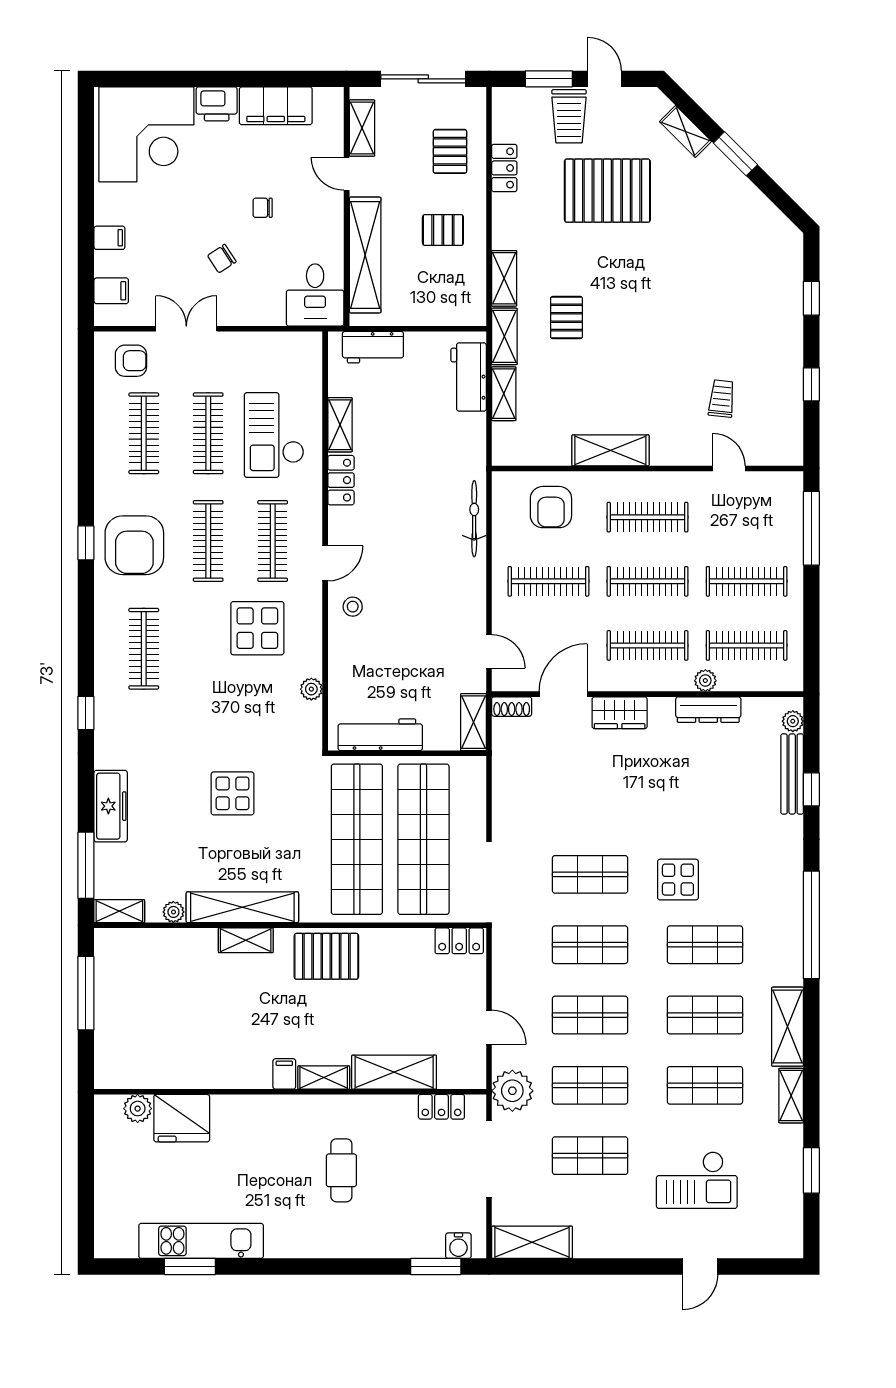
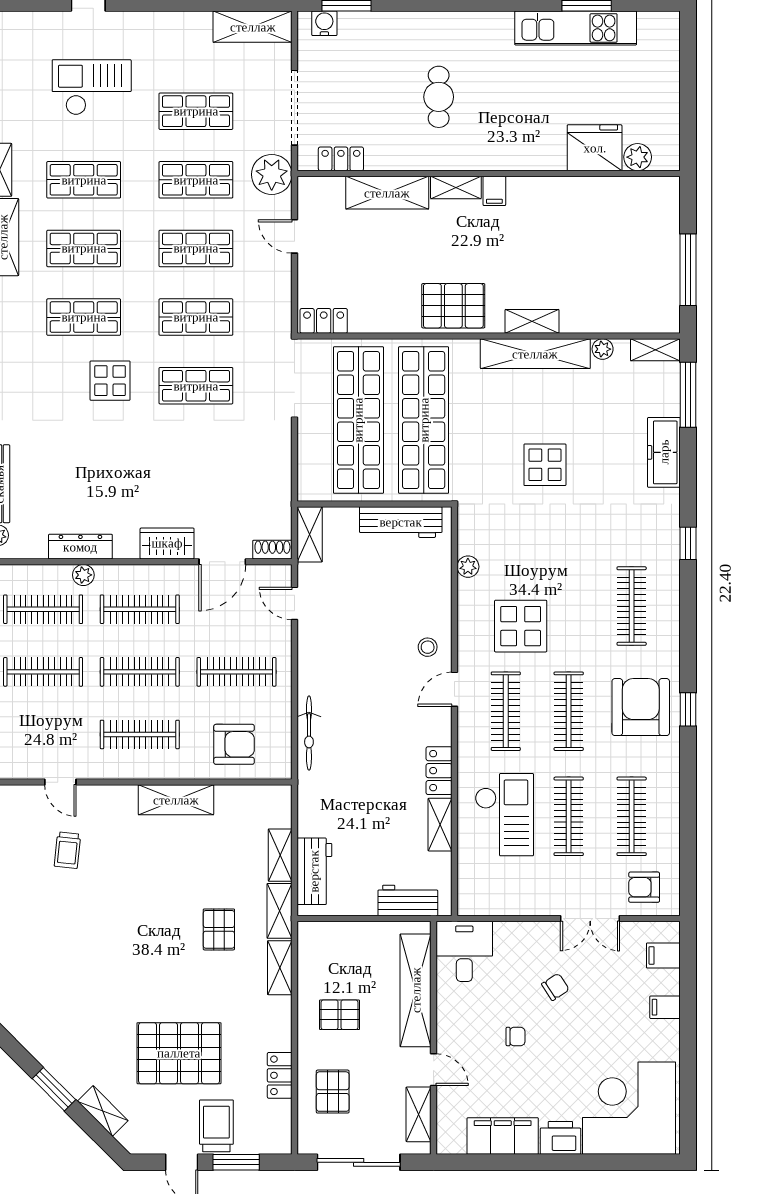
armchair: (551, 507) -> (234, 744), turned 90

